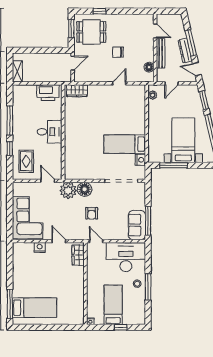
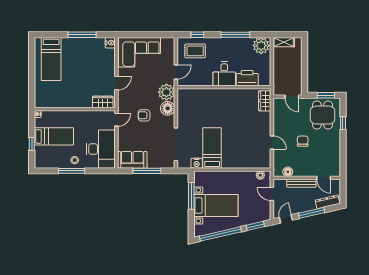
door: (155, 31) -> (324, 178), hinge flipped
dresser: (185, 51) -> (328, 202), moved
printer: (48, 93) -> (247, 78), moved, turned 90
plant: (21, 94) -> (261, 46), added
window: (10, 149) -> (197, 35), moved
window: (148, 221) -> (147, 171), moved
nightstand: (40, 247) -> (110, 43), moved
window: (10, 304) -> (82, 35), moved

